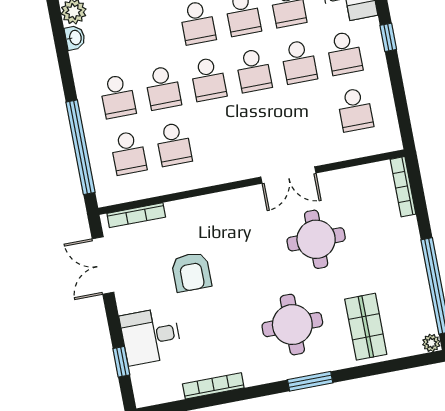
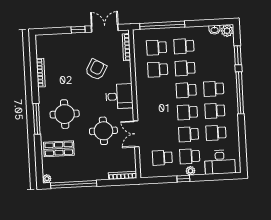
window: (388, 37) -> (183, 179), moved
plant: (374, 48) -> (190, 171), added
double door: (288, 175) -> (136, 134), moved
armchair: (191, 272) -> (96, 70), turned 120
desk: (151, 336) -> (119, 96), moved, turned 90
window: (121, 362) -> (78, 30), moved
window: (310, 381) -> (37, 119), width x1.44

